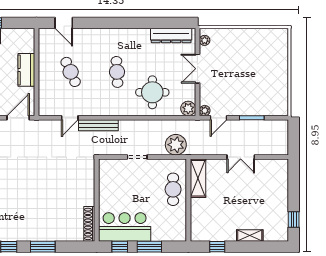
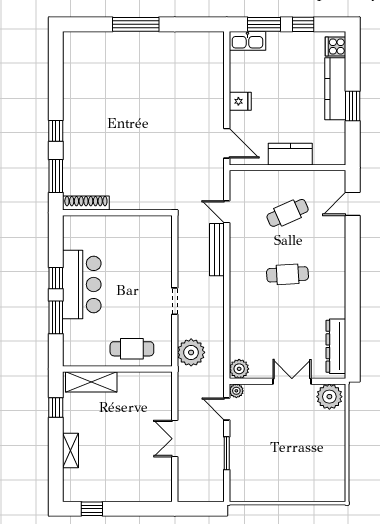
plant: (205, 40) -> (329, 397), width x1.87, depth x1.87
round table: (152, 92) -> (261, 321), removed
shelving: (198, 178) -> (91, 382), moved
wall: (97, 200) -> (117, 213), moved
shoe rack: (89, 224) -> (86, 203), moved

